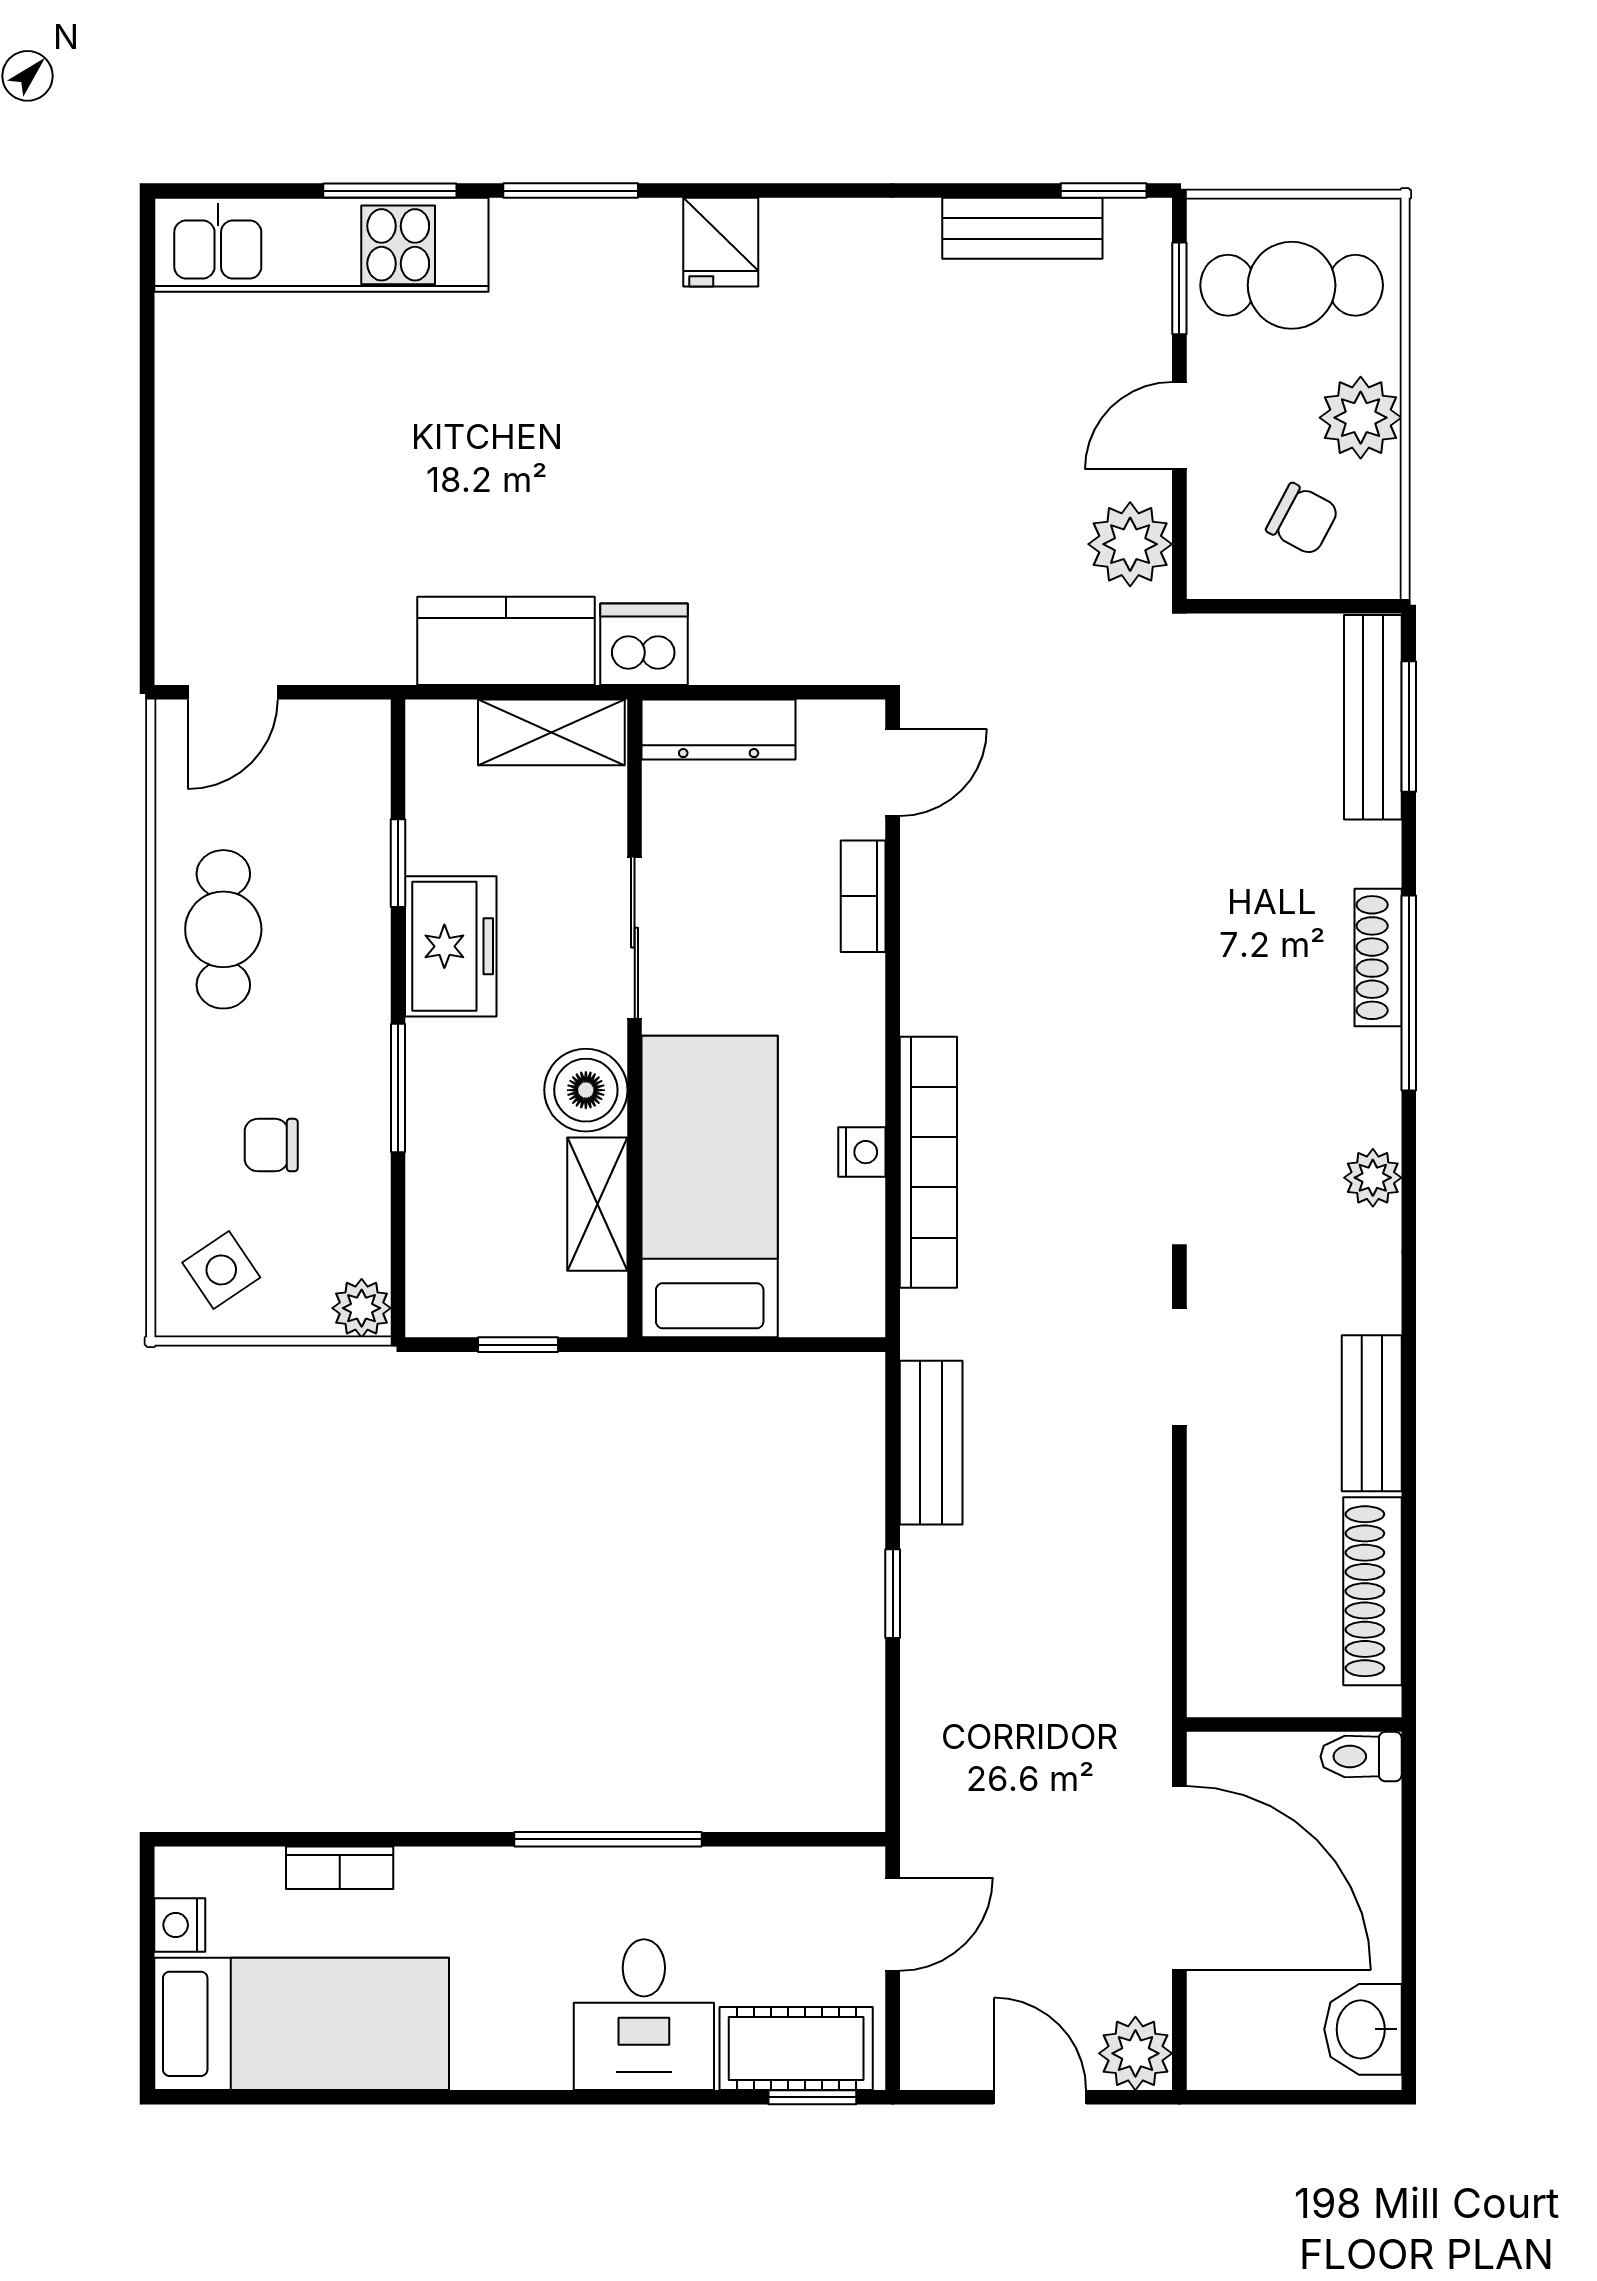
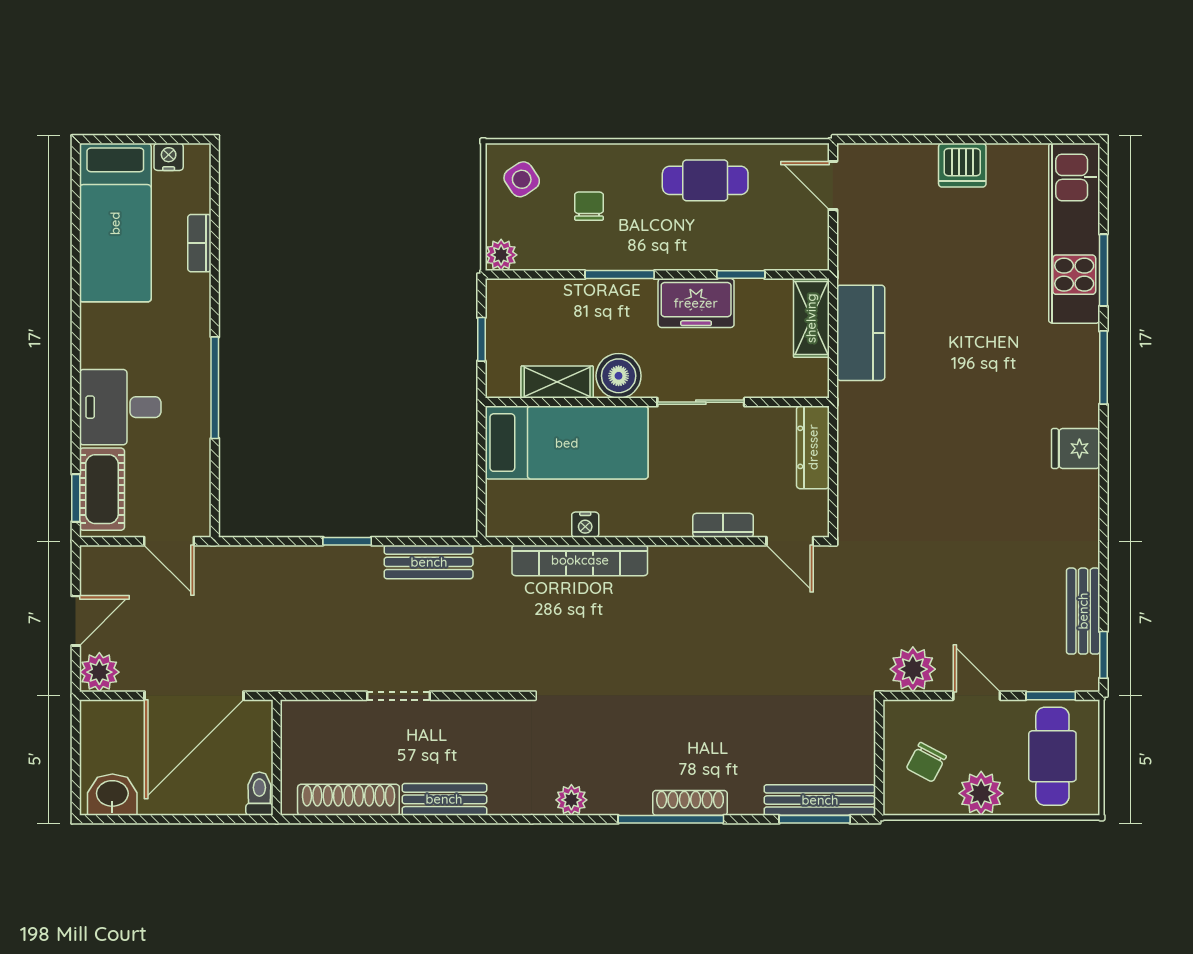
dishwasher: (644, 644) -> (962, 165), moved, turned 90
shelving: (551, 732) -> (811, 318), moved
doorway: (1179, 1367) -> (398, 696), moved

